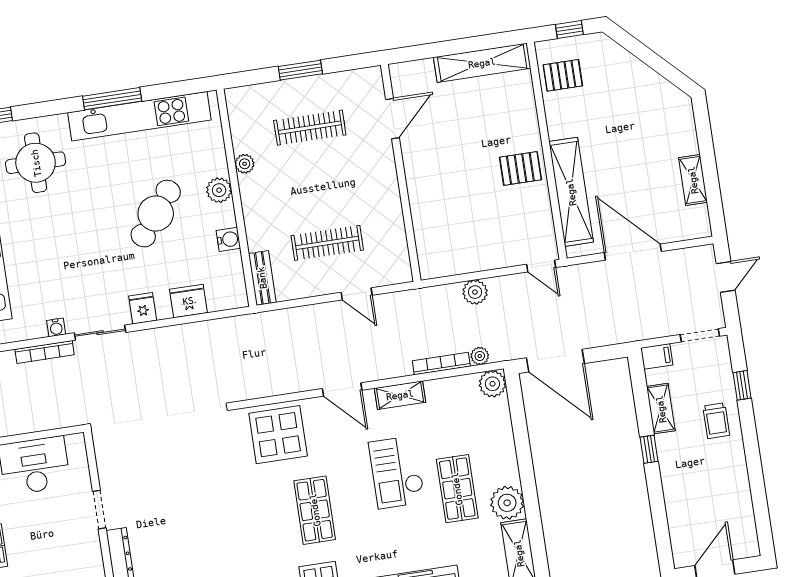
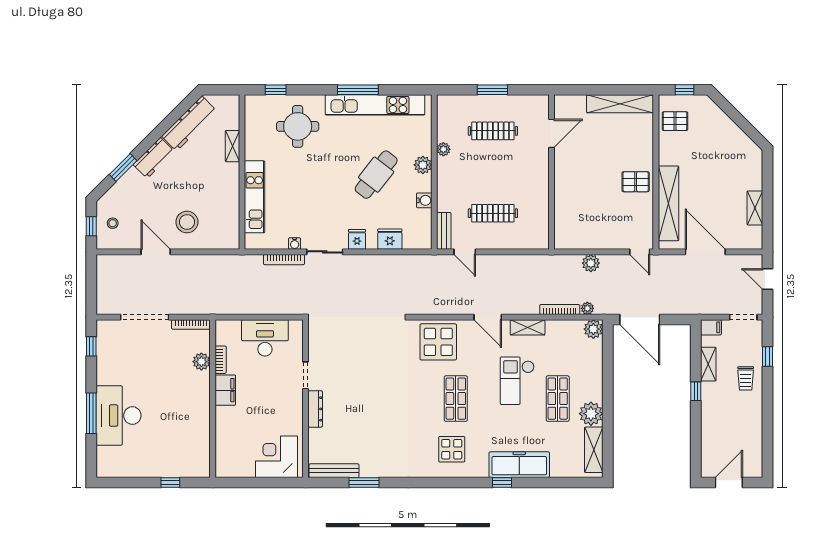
door: (726, 277) -> (767, 279), swing flipped
door: (357, 294) -> (465, 252), moved

